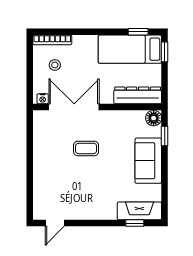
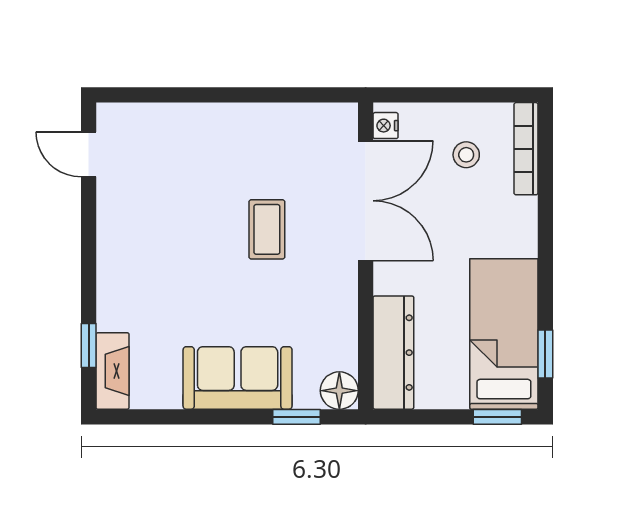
fireplace: (139, 211) -> (113, 371), width x0.73, depth x0.76

